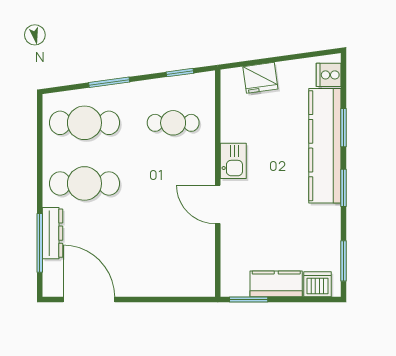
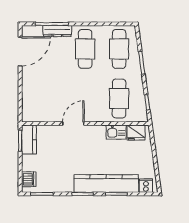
fridge: (260, 78) -> (136, 133), moved, turned -82
cafe table: (173, 123) -> (119, 99), width x1.37, depth x1.35
kitchen sink: (233, 161) -> (116, 132), moved
kitchen counter: (276, 284) -> (29, 140), moved

